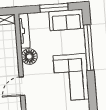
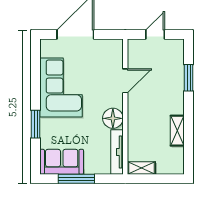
window: (89, 48) -> (36, 124), width x0.47

